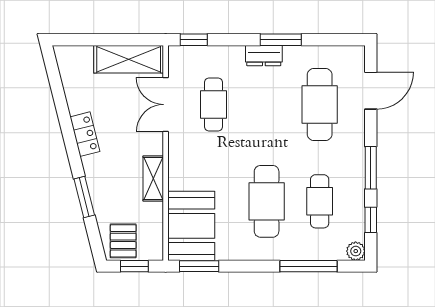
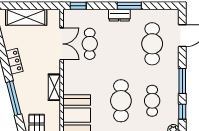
shelving: (129, 59) -> (26, 17), moved
double door: (166, 105) -> (62, 44), swing flipped
window: (84, 197) -> (14, 98), width x1.44

